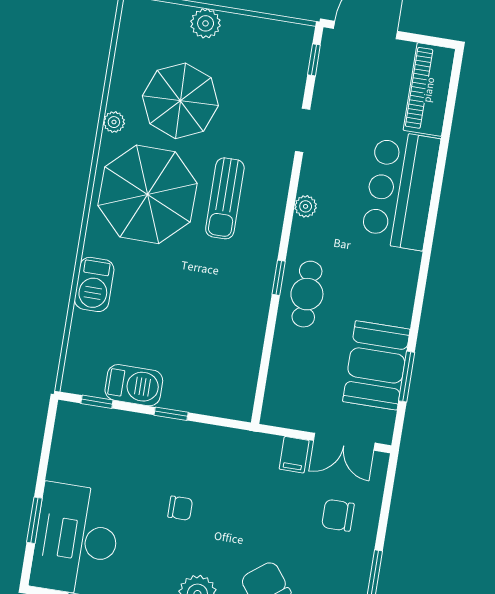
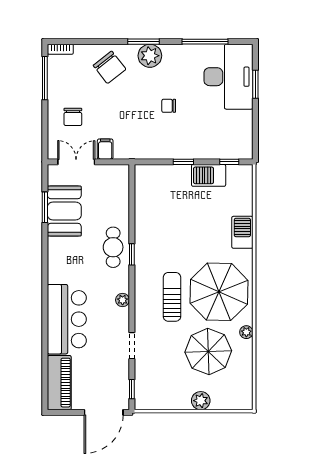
chair: (338, 515) -> (73, 117), turned 90

